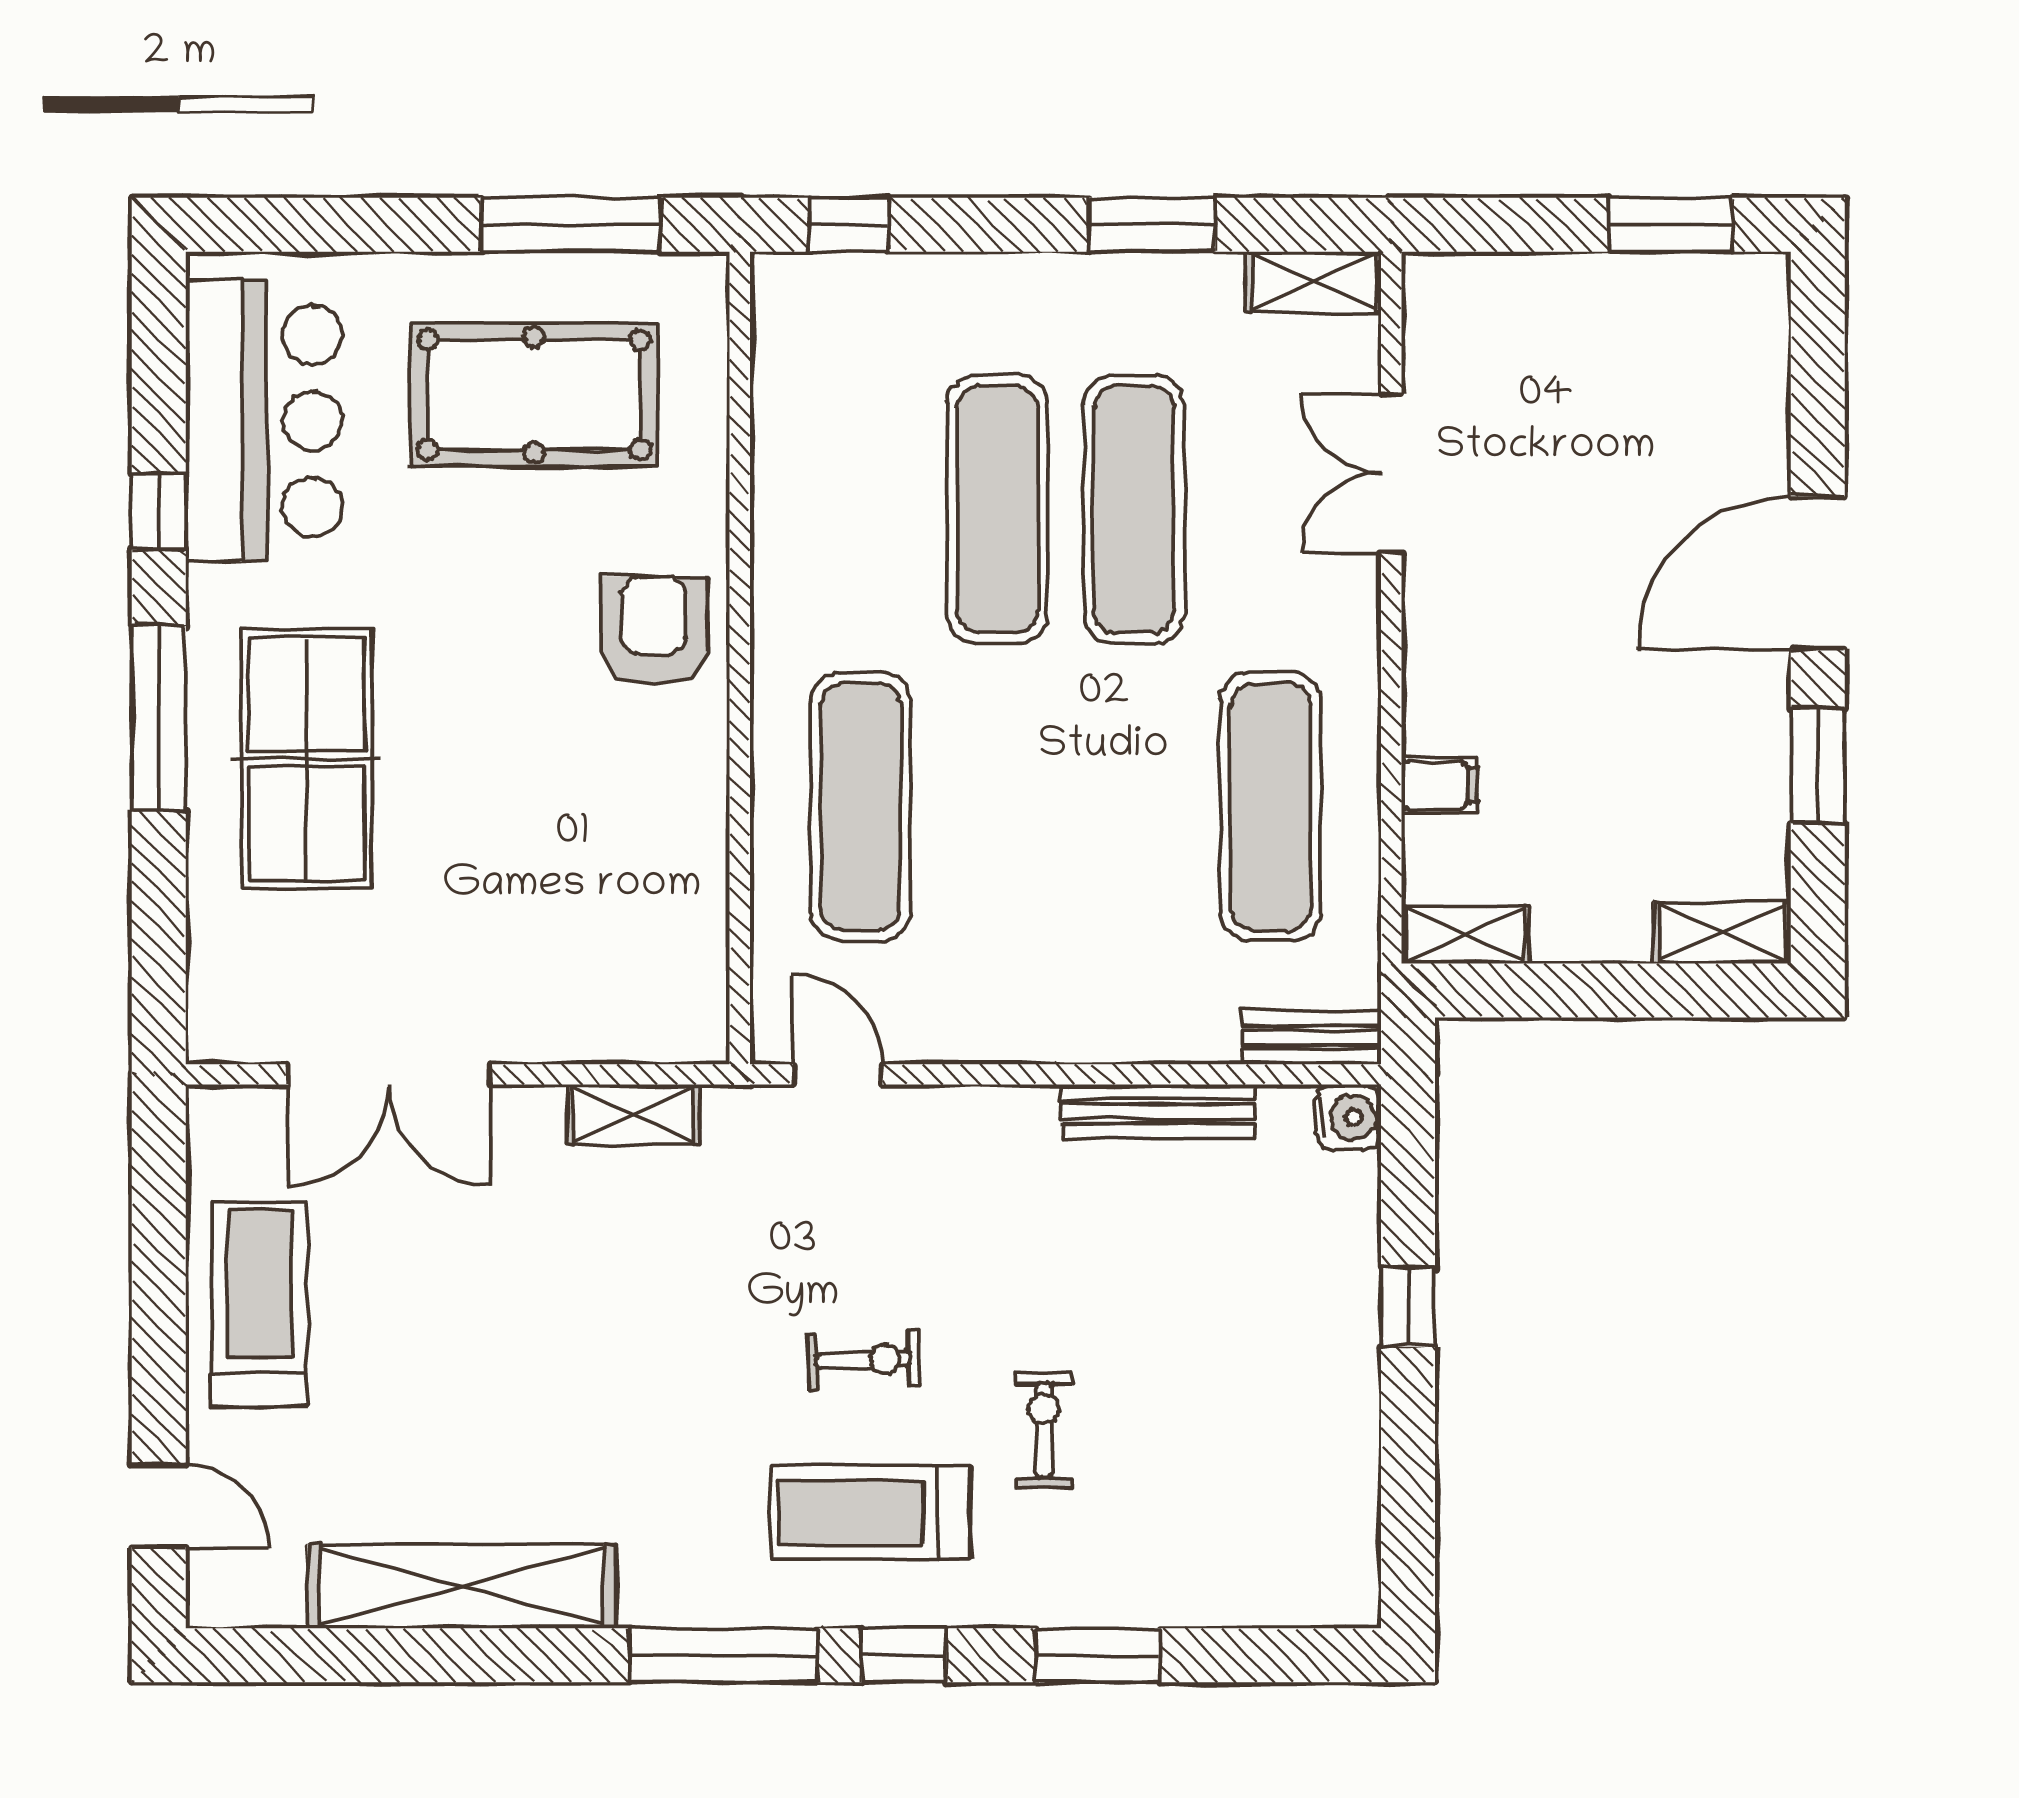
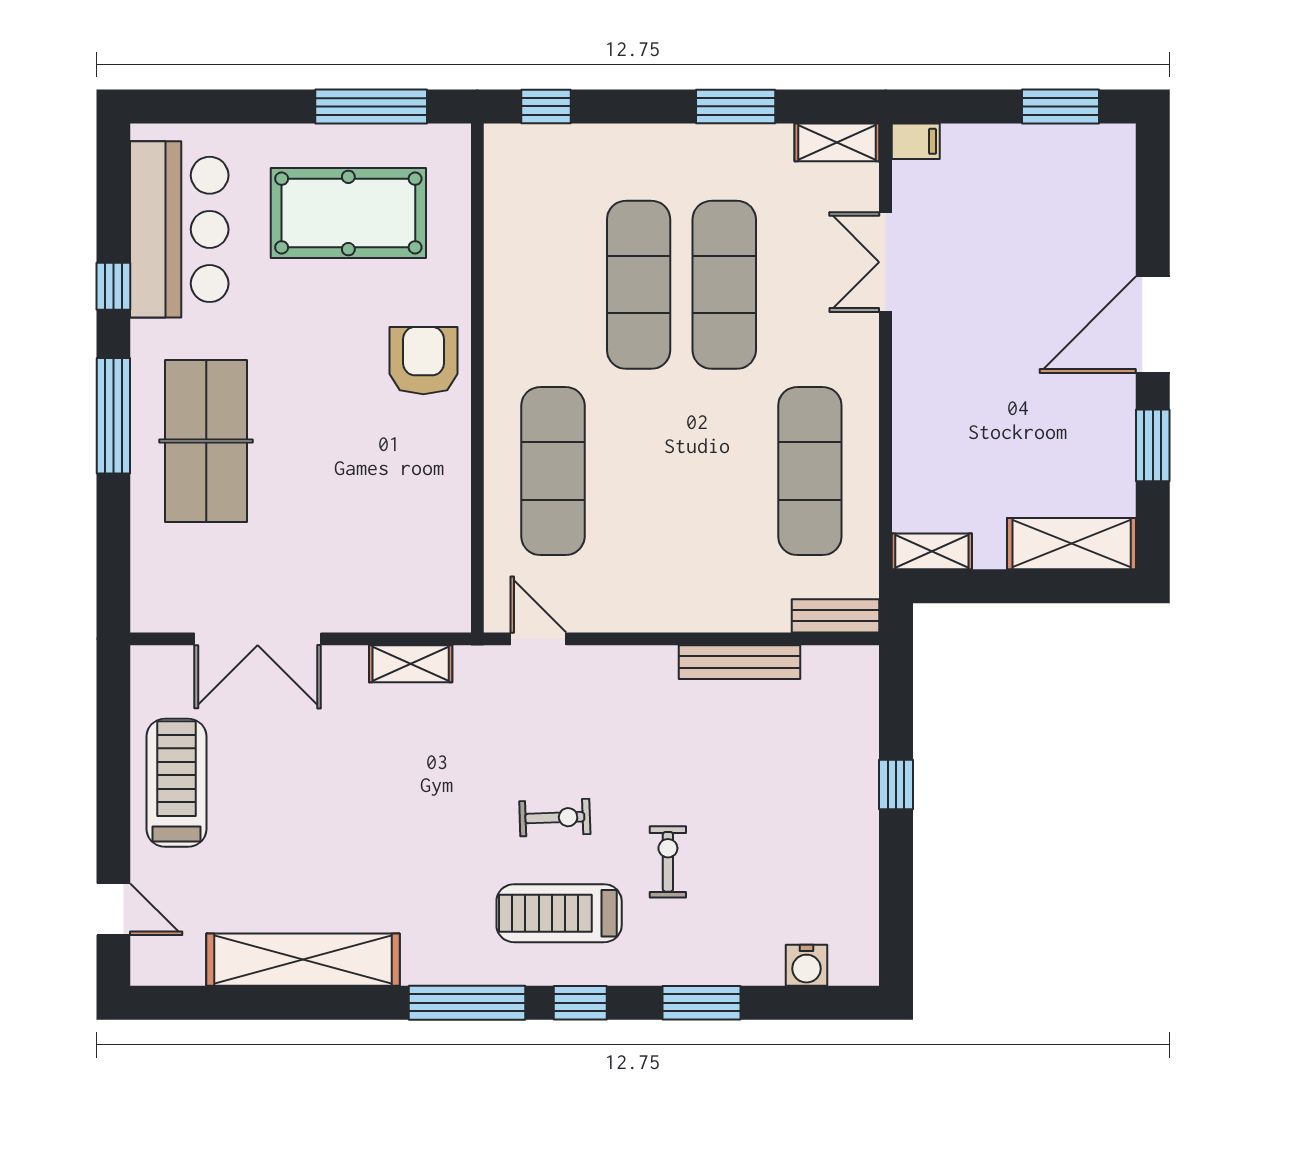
filing cabinet: (1440, 785) -> (916, 141), moved
shelving: (1722, 933) -> (1072, 544), width x1.50, depth x1.33
water cooler: (1348, 1118) -> (807, 965), moved, turned 90

